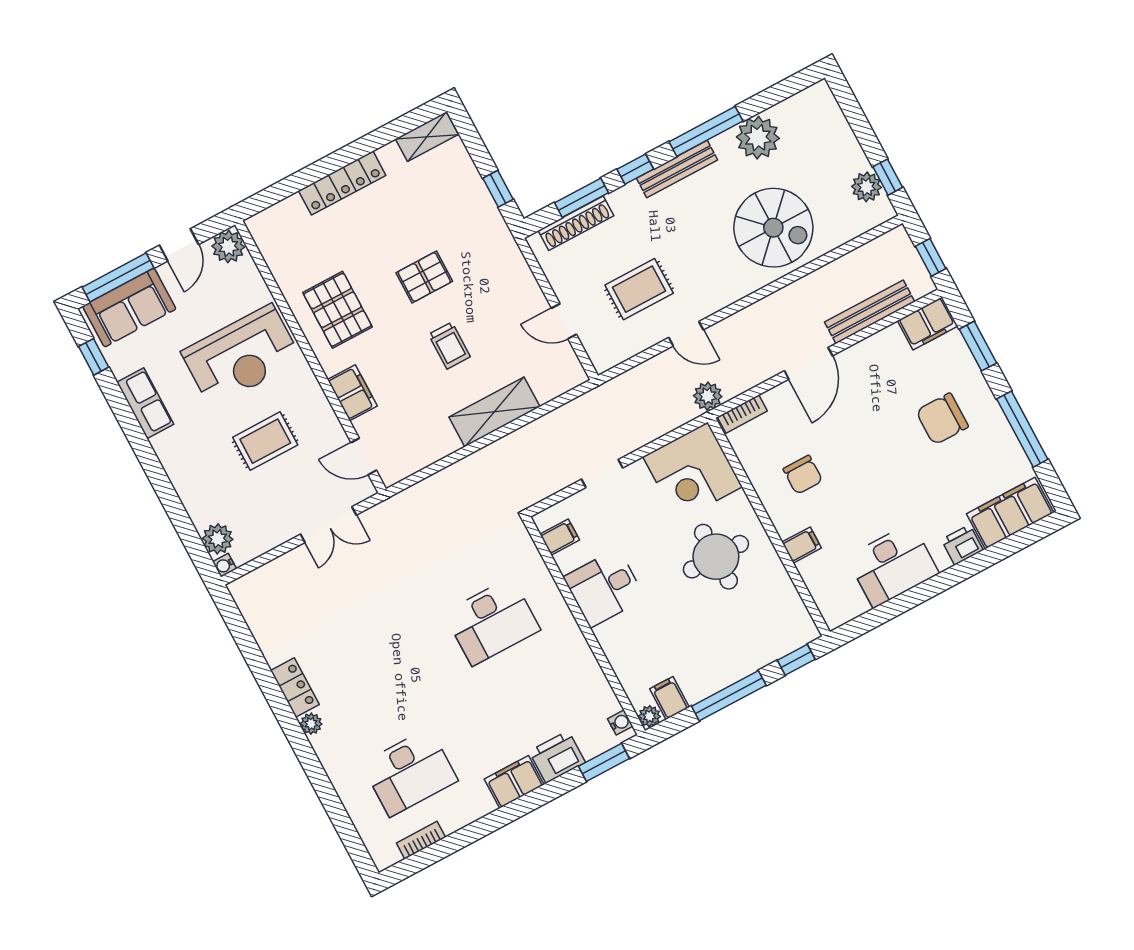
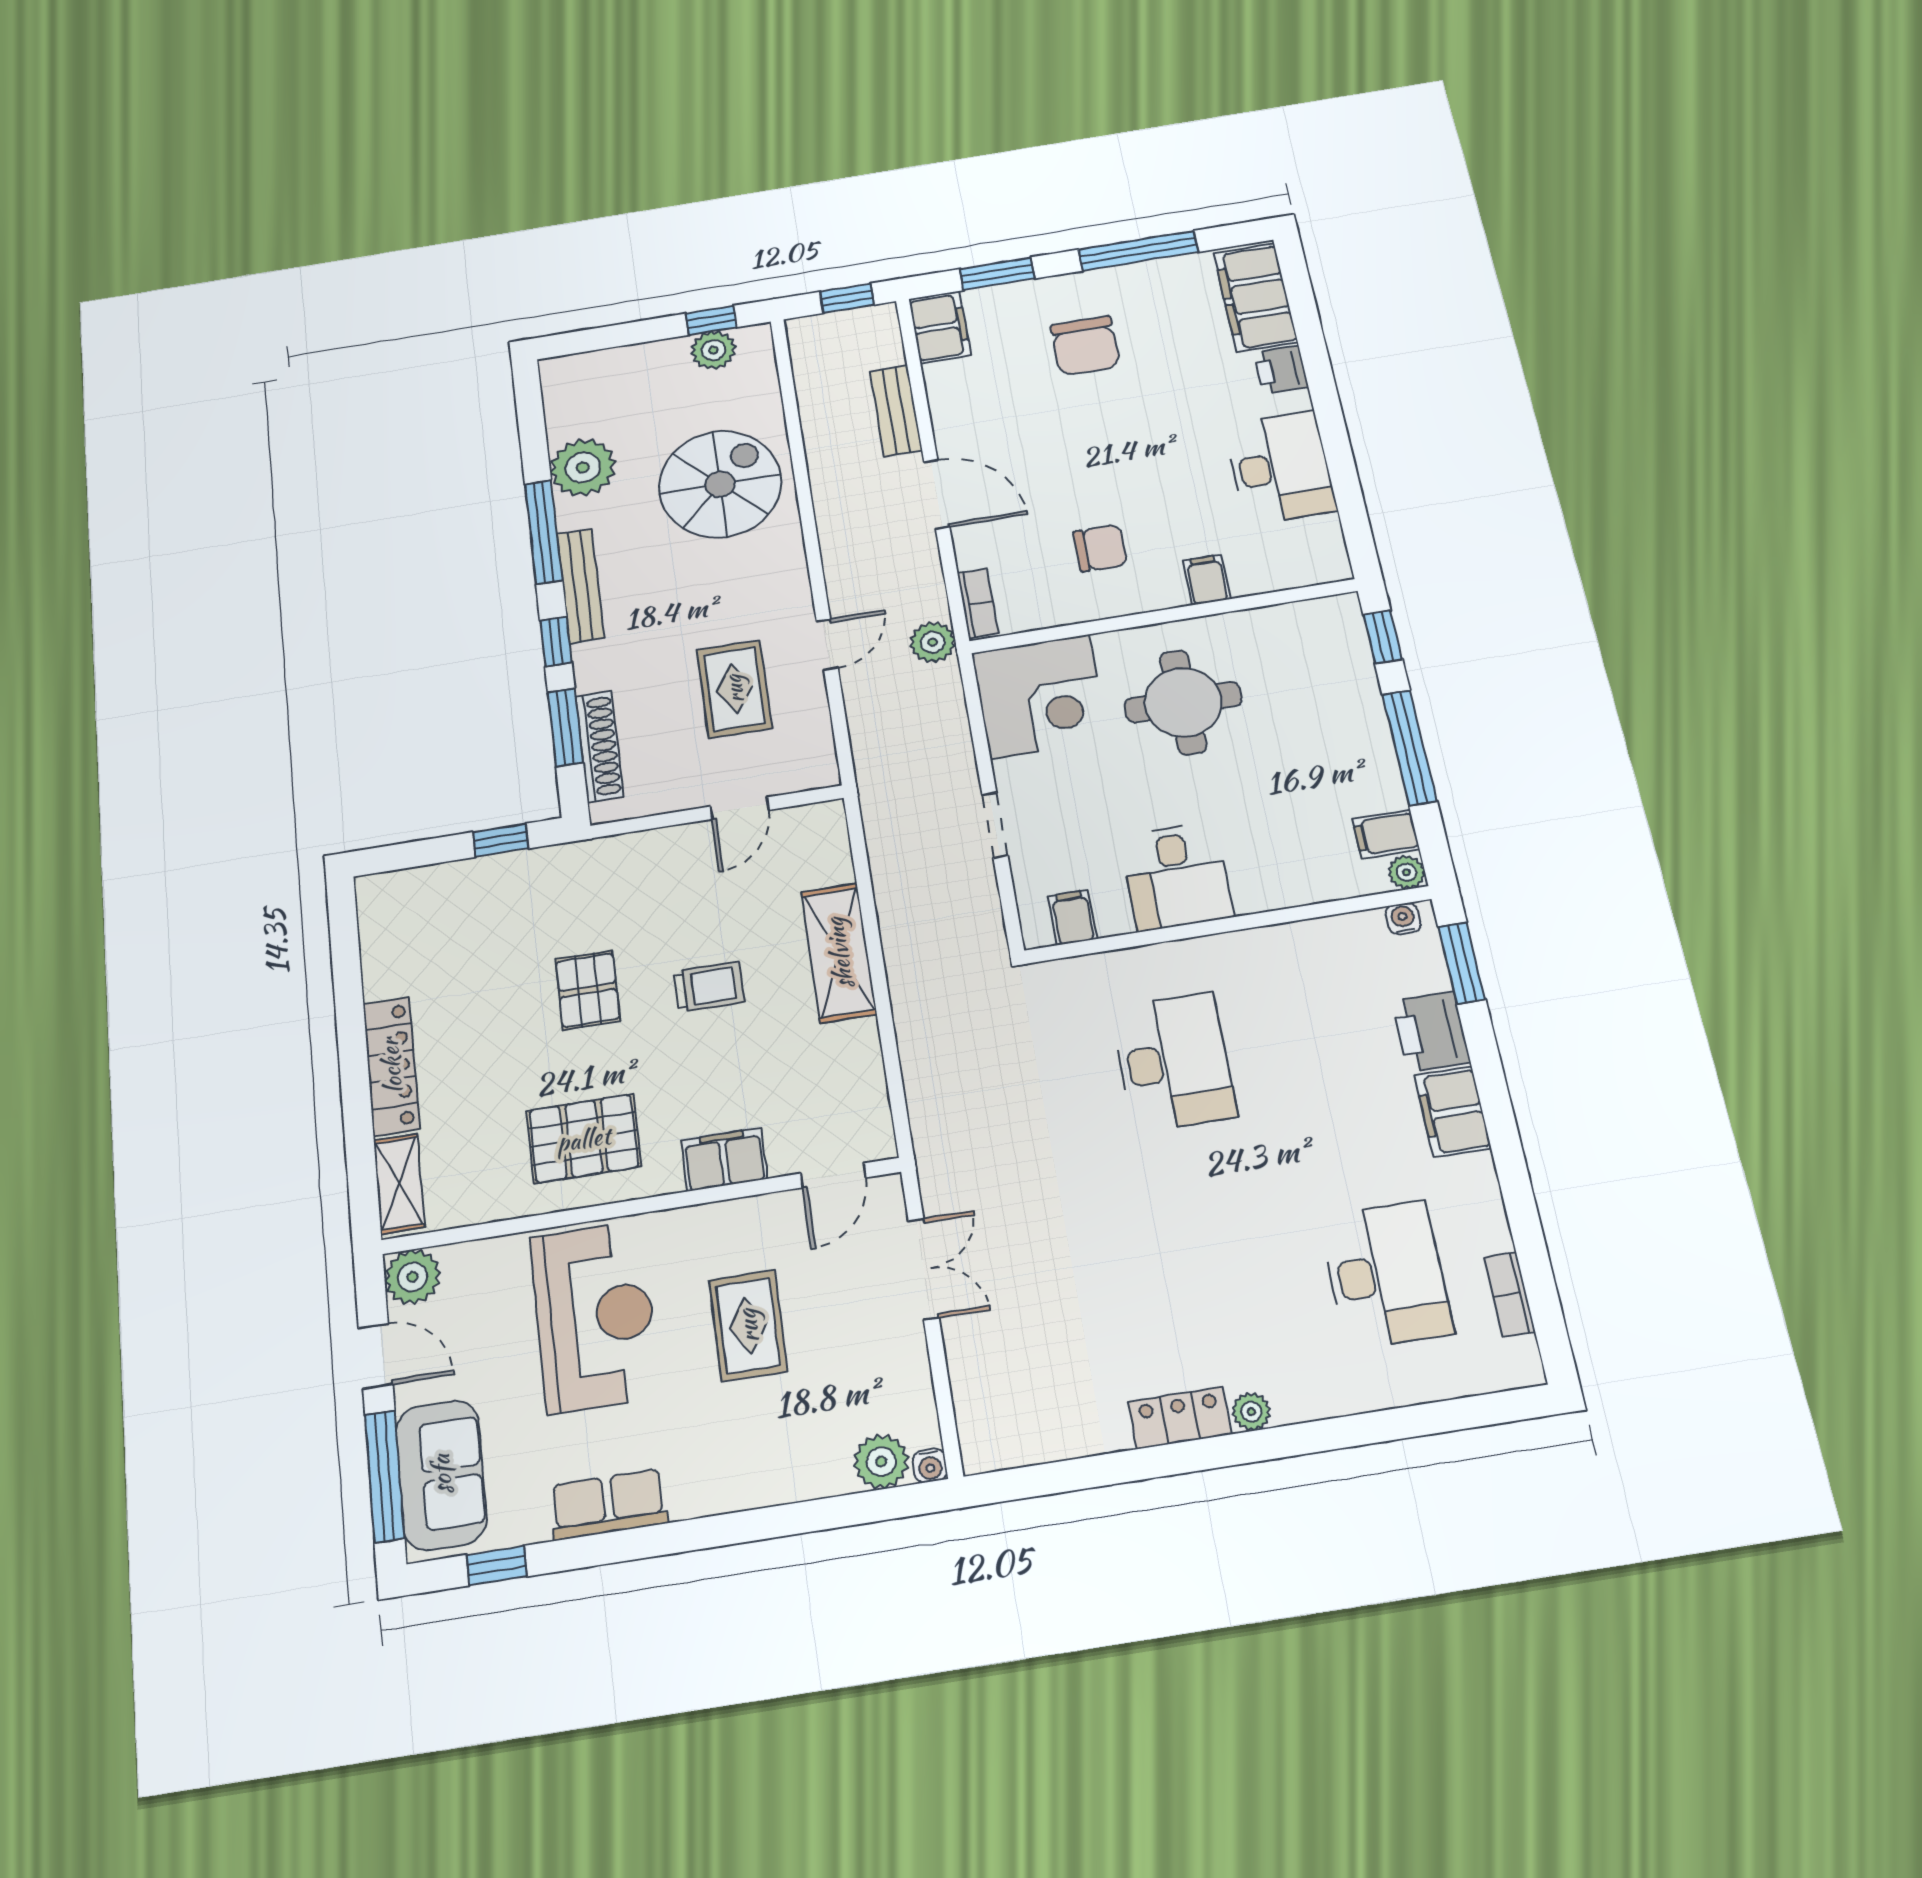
shelving: (427, 137) -> (399, 1184), moved
bench: (870, 312) -> (896, 411), width x0.73

